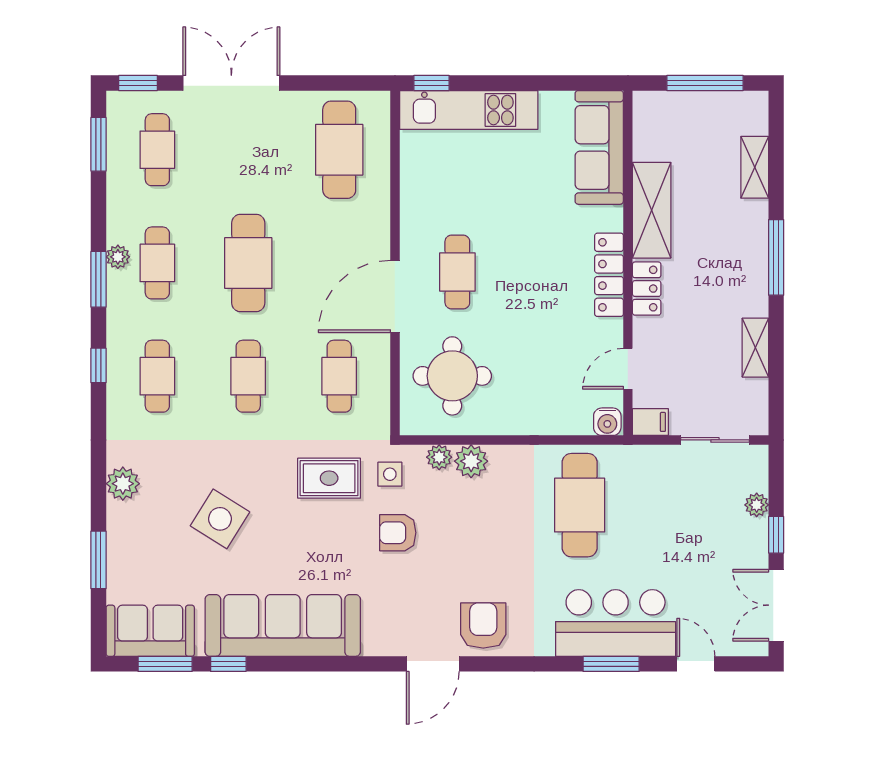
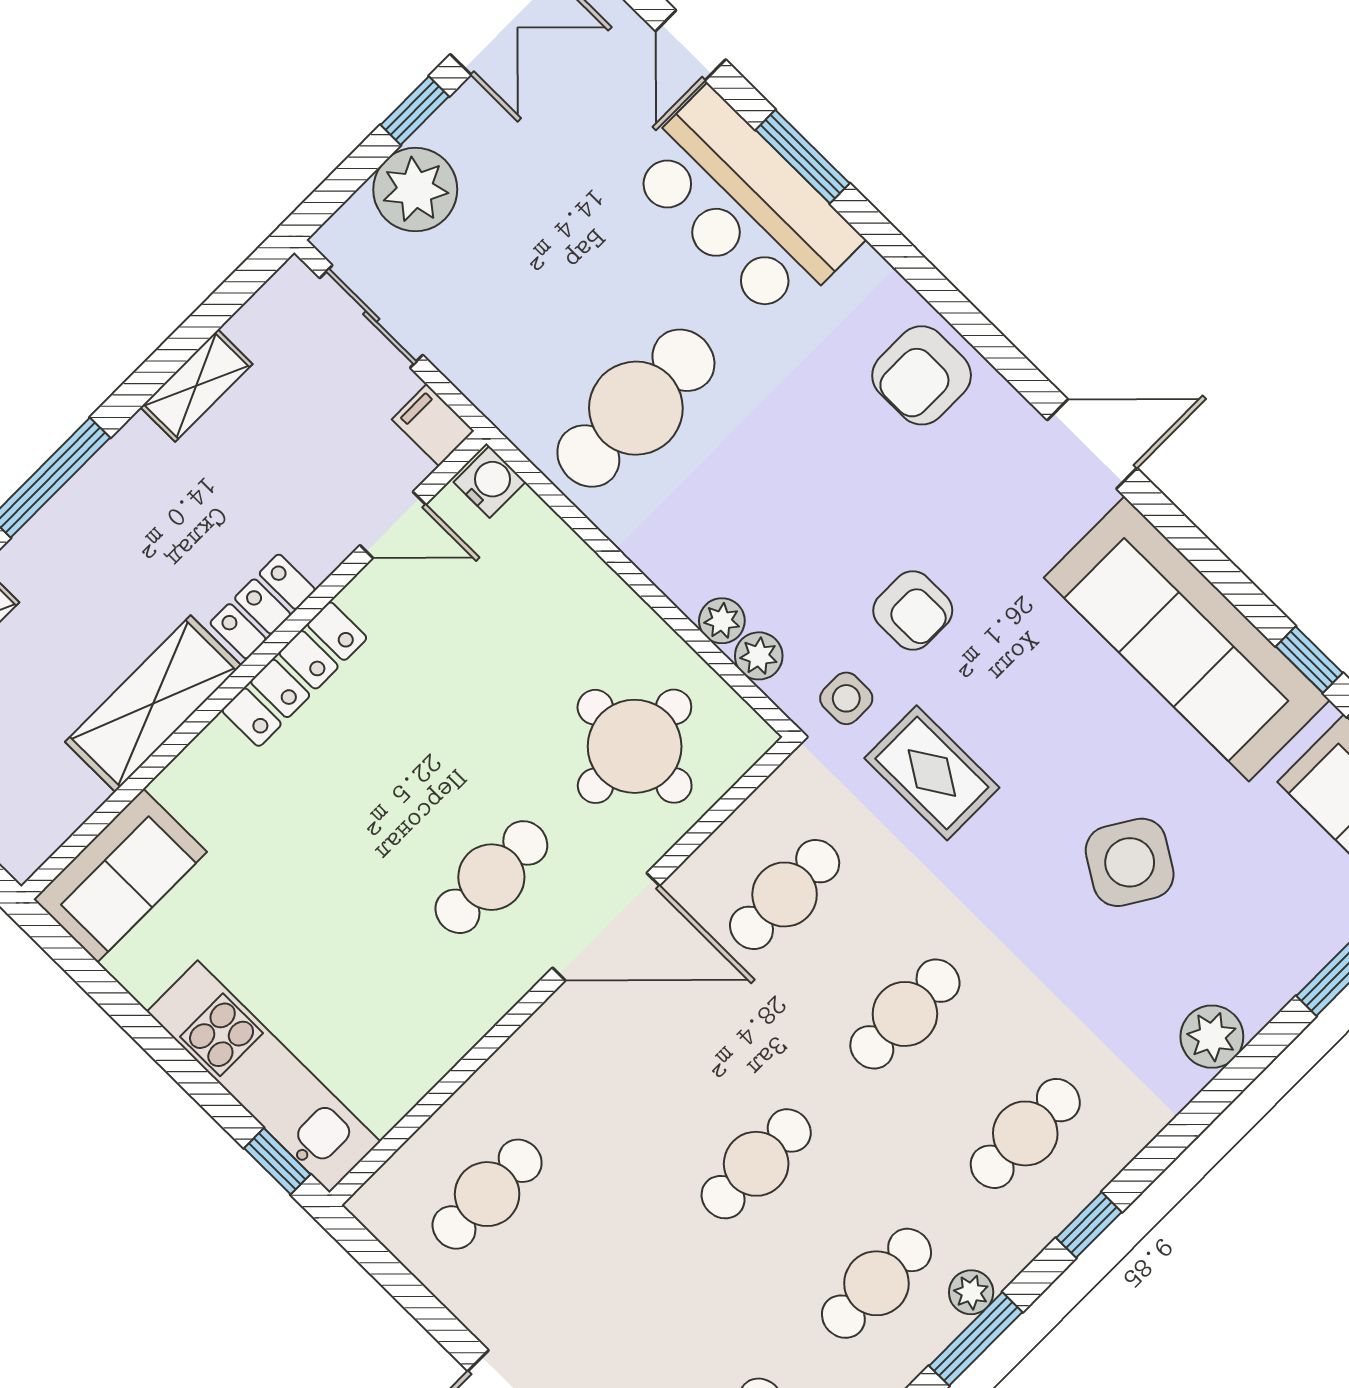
sofa: (599, 147) -> (120, 876), width x0.73
cafe table: (339, 150) -> (487, 1194), width x0.73, depth x0.74
plant: (118, 257) -> (971, 1292), moved
cafe table: (248, 263) -> (756, 1164), width x0.73, depth x0.74
plant: (471, 461) -> (722, 621), width x0.73, depth x0.73
plant: (757, 505) -> (415, 190), width x1.87, depth x1.87
door: (433, 664) -> (1092, 444), moved

